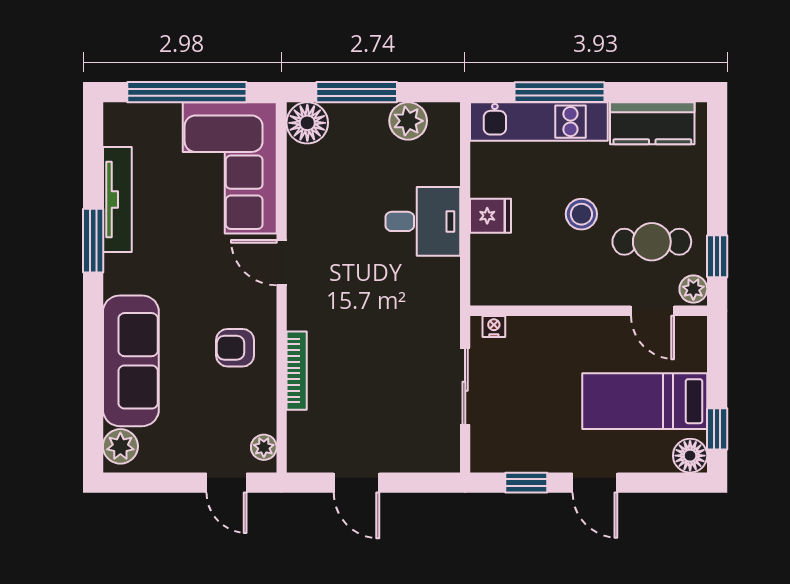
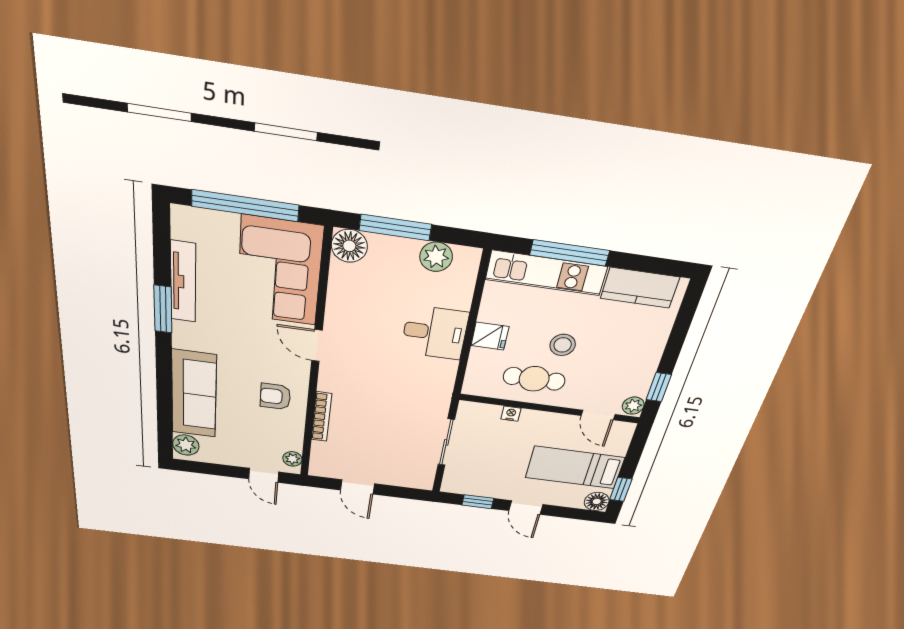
cafe table: (652, 242) -> (534, 379), moved
nightstand: (494, 326) -> (511, 414), moved

